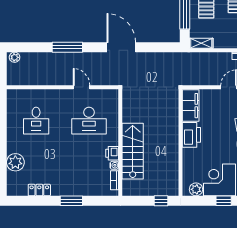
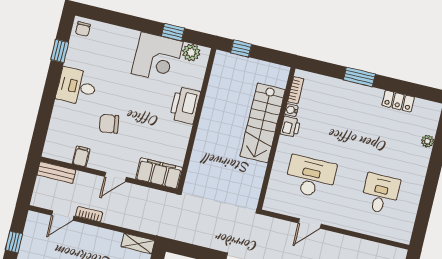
door: (82, 87) -> (310, 224), hinge flipped
filing cabinet: (191, 106) -> (159, 173), moved, turned 90
printer: (191, 135) -> (185, 105), moved
plant: (15, 162) -> (428, 141), width x0.53, depth x0.53
window: (224, 201) -> (173, 32), moved

